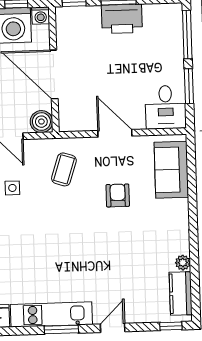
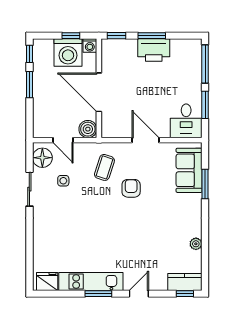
window: (192, 186) -> (205, 184), added
armchair: (118, 195) -> (131, 188), moved
kitchen counter: (181, 293) -> (185, 282), moved, turned 90

